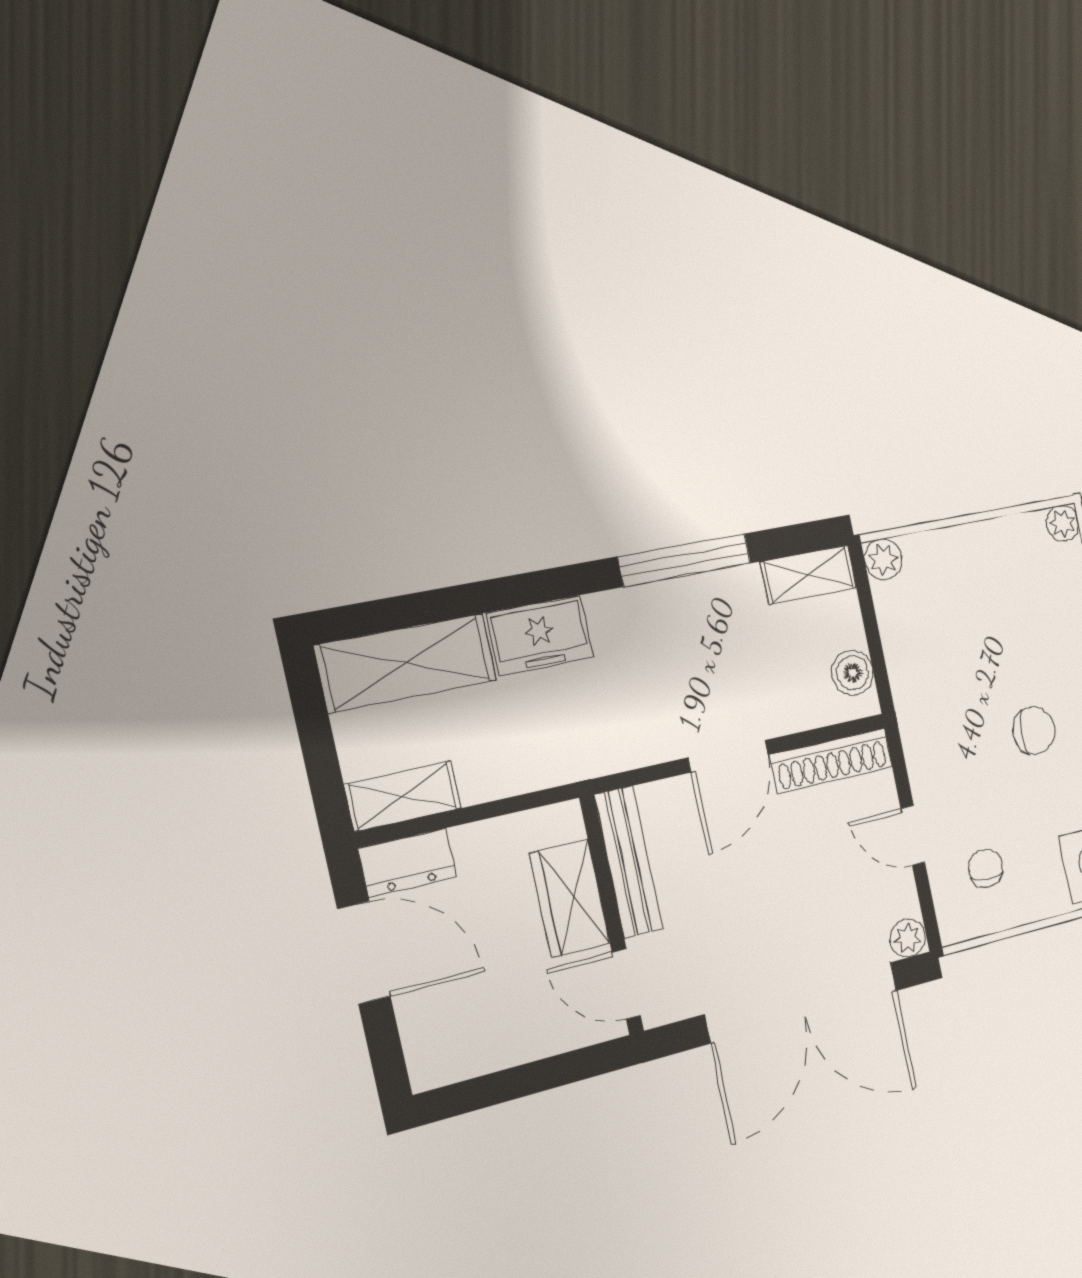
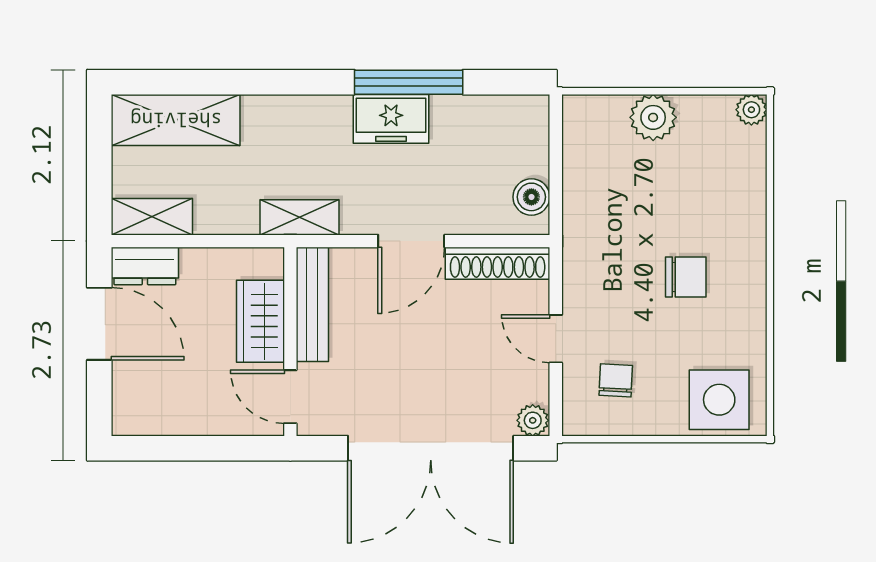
plant: (883, 559) -> (653, 117), moved, width x1.38, depth x1.38
shelving: (809, 575) -> (300, 217), moved
freezer: (540, 635) -> (391, 119), moved

